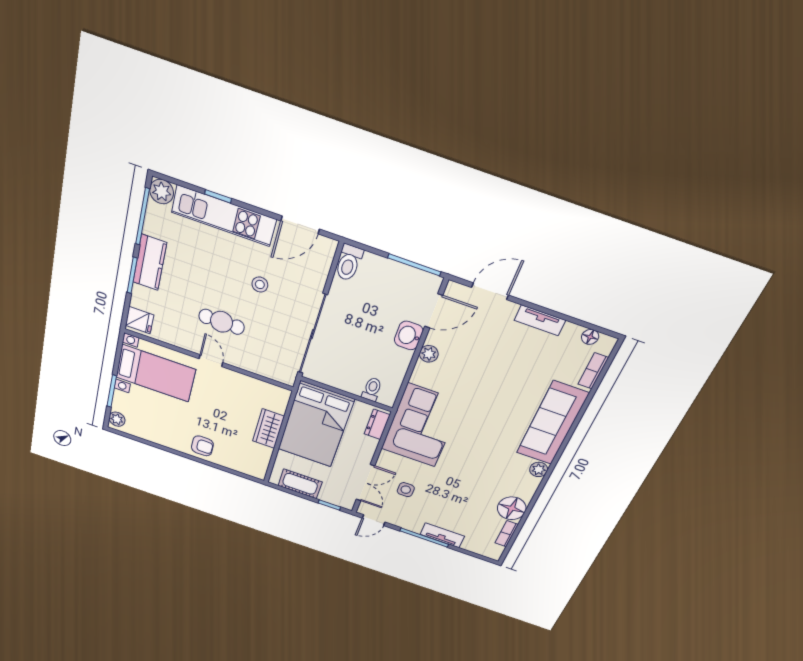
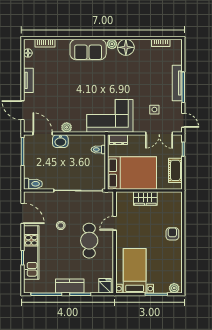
plant: (162, 192) -> (30, 287), removed
cafe table: (222, 322) -> (89, 241), width x1.37, depth x1.35
door: (211, 361) -> (115, 223), moved
sofa: (552, 423) -> (88, 50), width x0.73
double door: (365, 483) -> (159, 134), swing flipped
floor lamp: (512, 508) -> (126, 47), moved
tv unit: (442, 535) -> (177, 83), width x1.41

